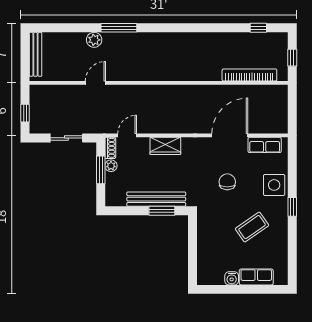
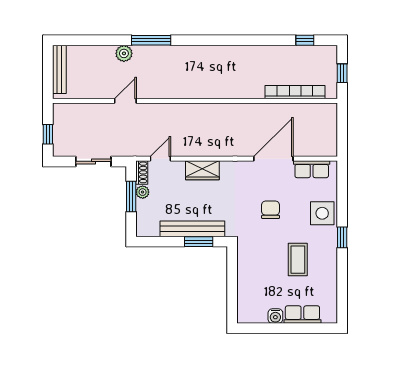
coffee table: (252, 227) -> (298, 260), turned -55

